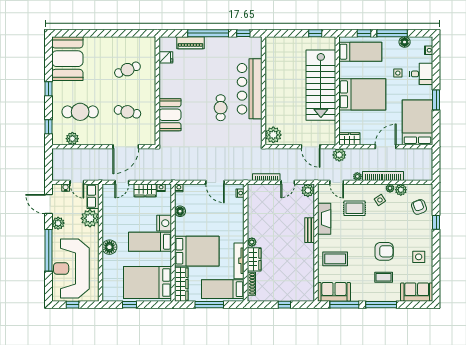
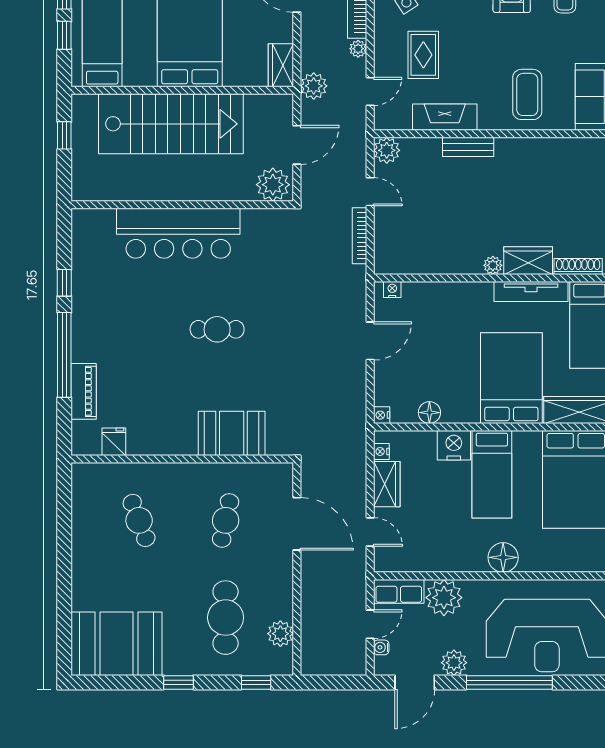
bar counter: (250, 89) -> (178, 233), moved
wall: (263, 91) -> (182, 205), moved
plant: (273, 135) -> (273, 185), moved

